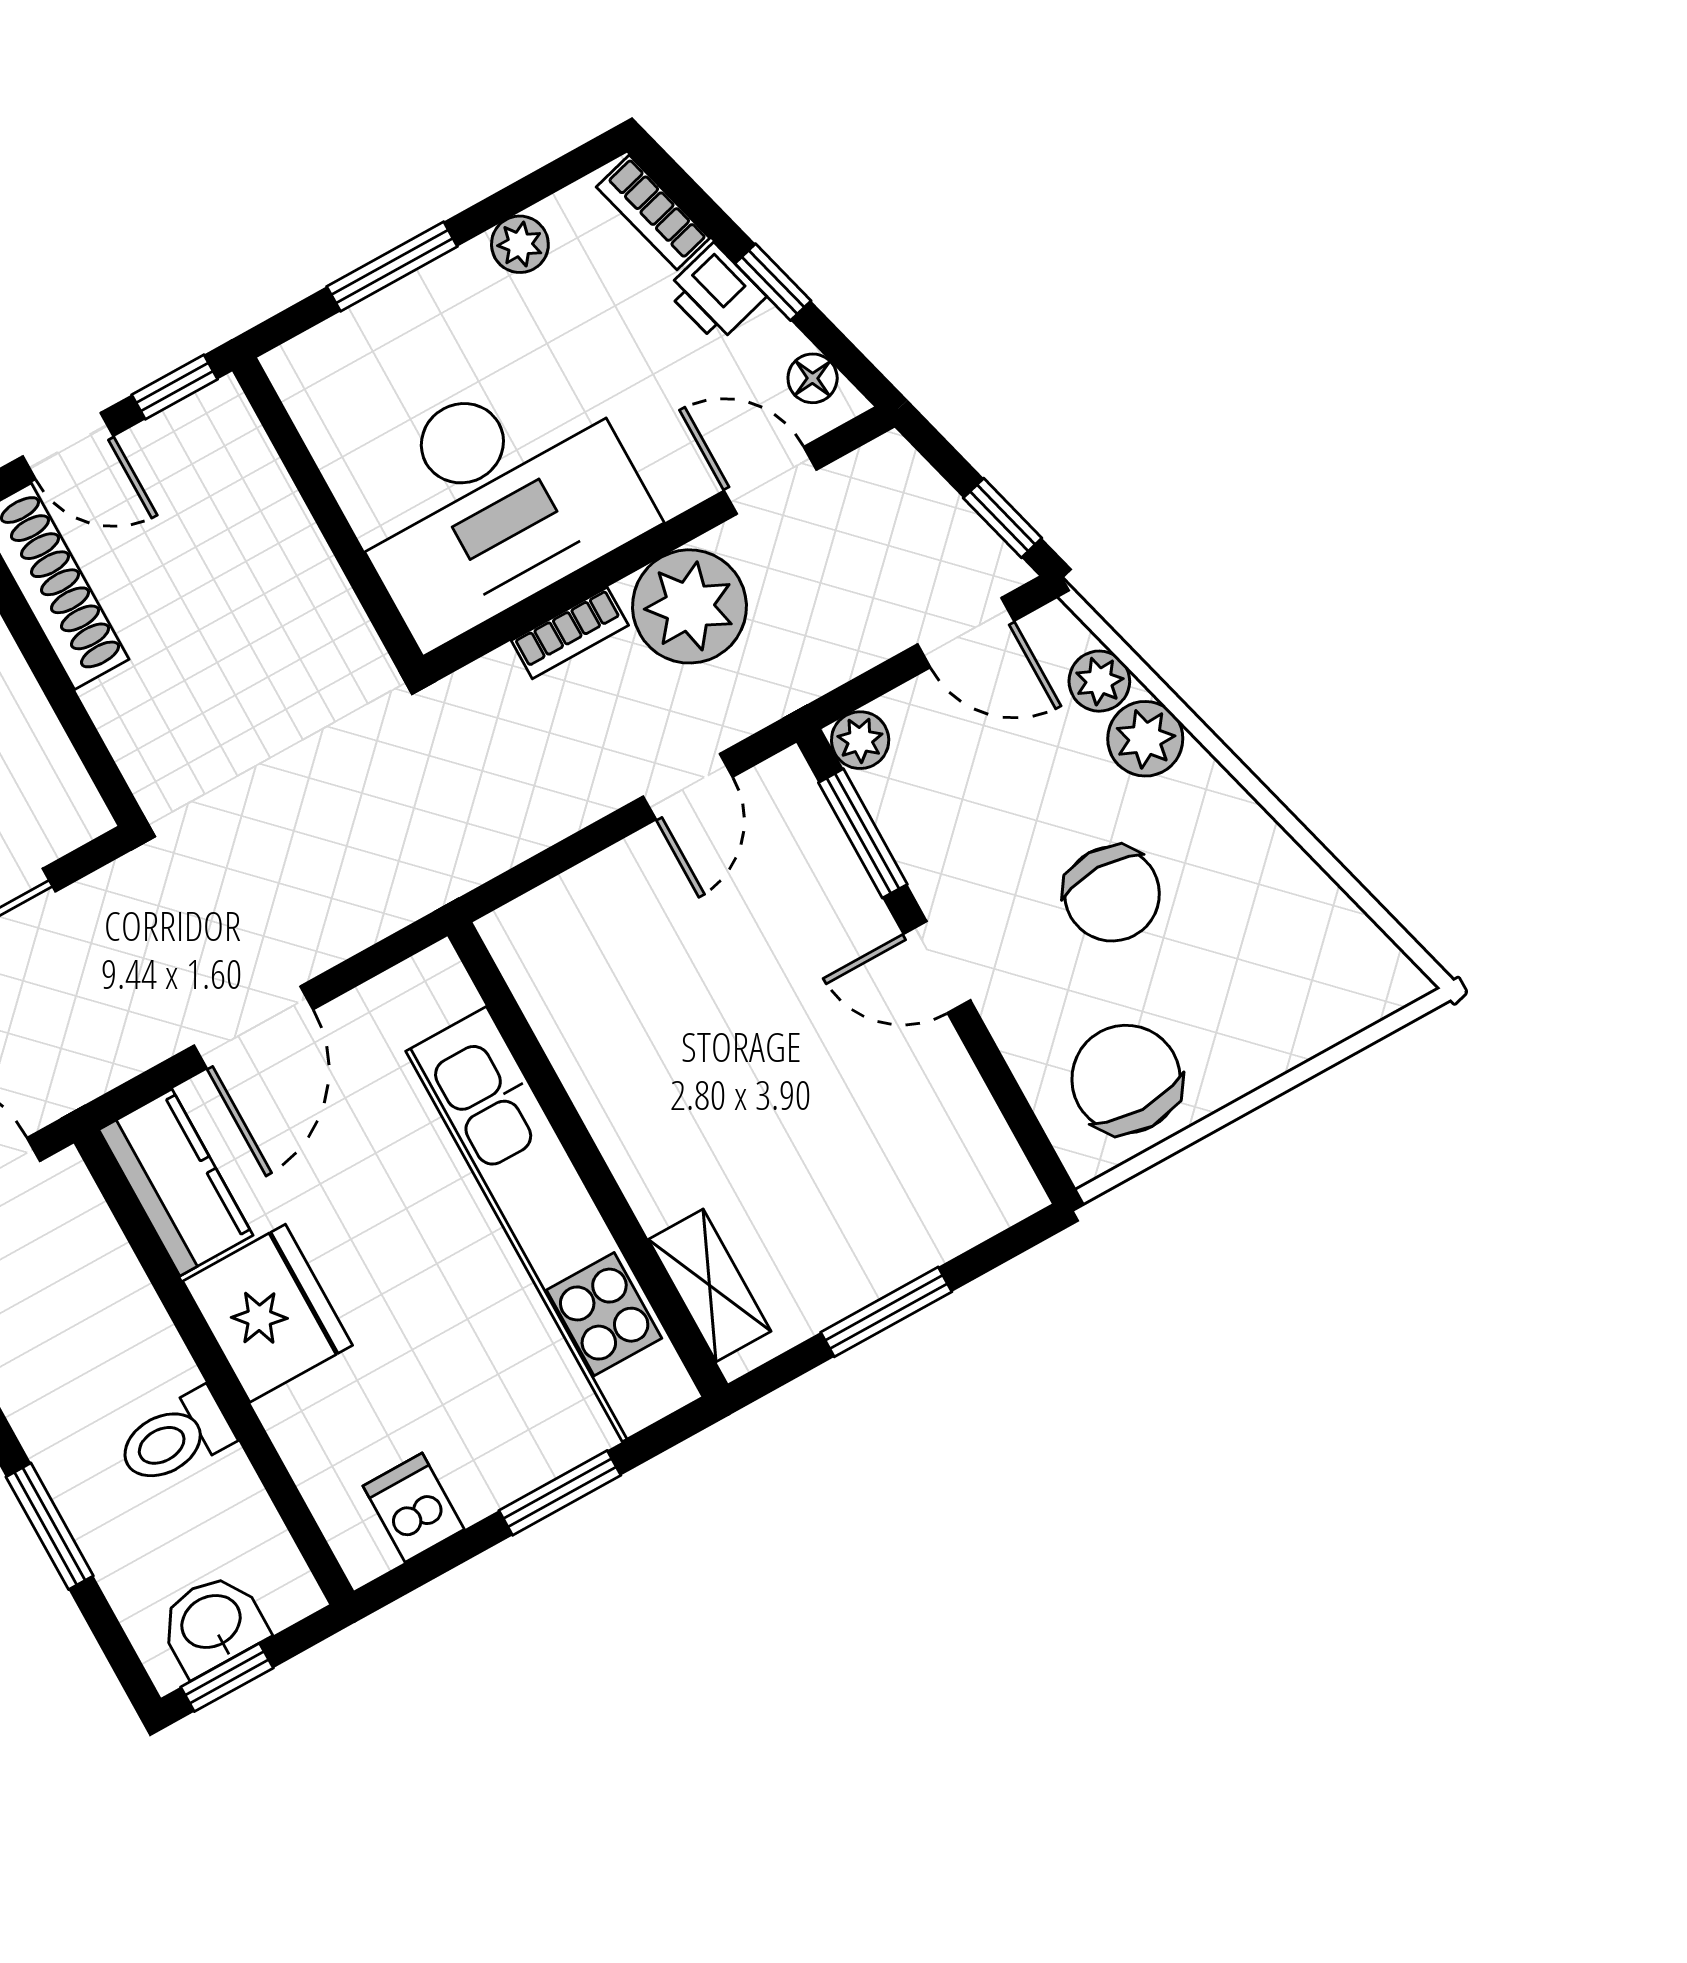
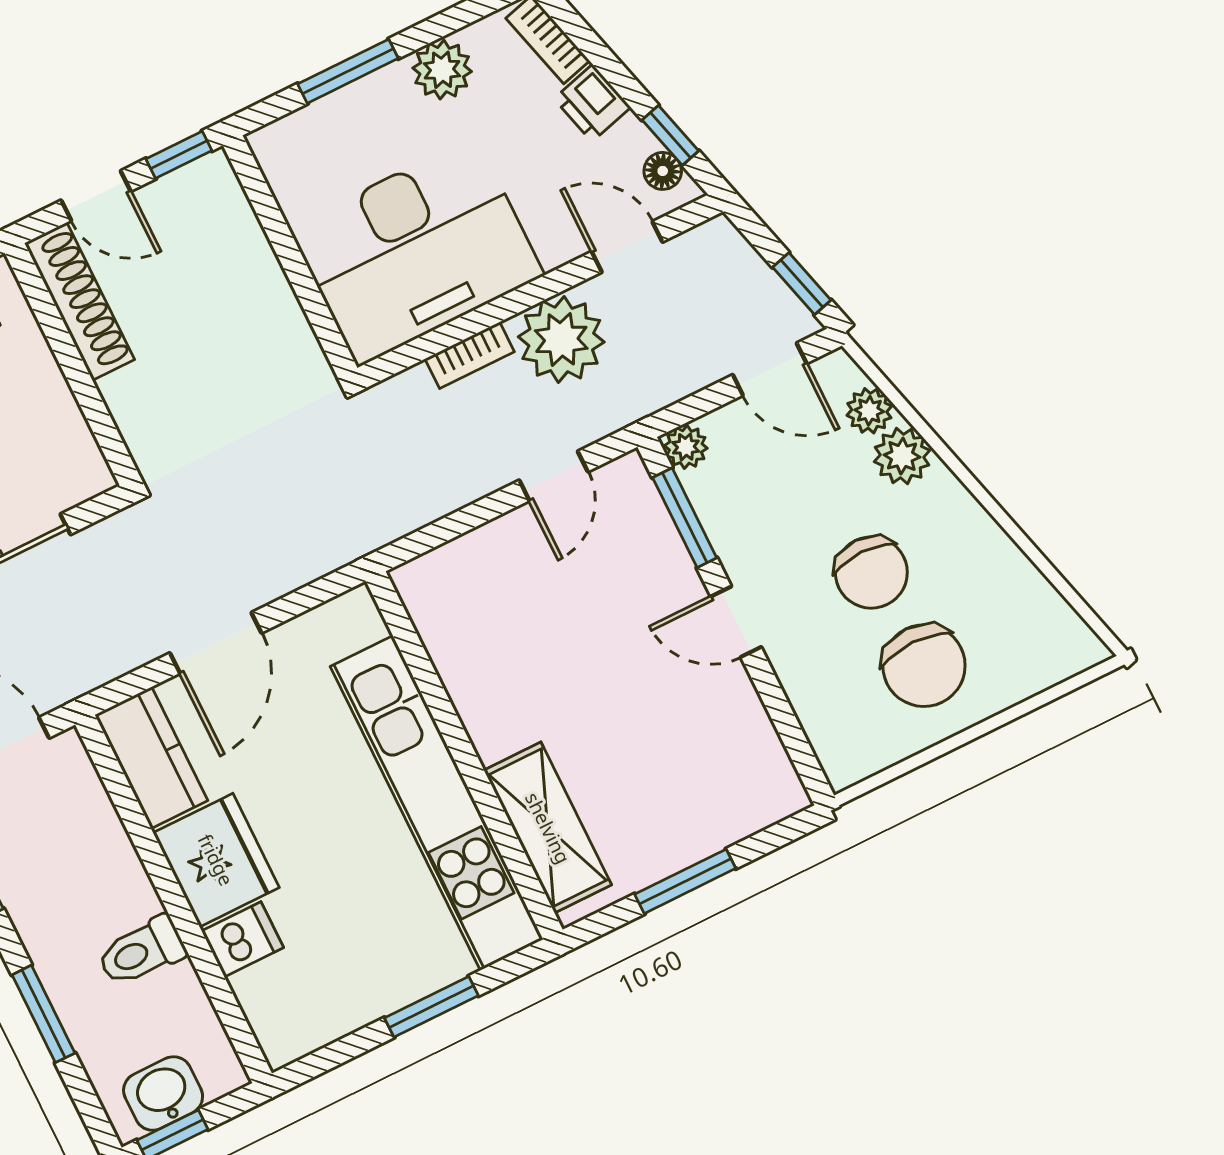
plant: (520, 244) -> (442, 70), width x1.38, depth x1.38
window: (773, 282) -> (670, 135), moved
chair: (1126, 1079) -> (924, 666), moved, turned 180
shelving: (710, 1285) -> (548, 828), width x1.50, depth x1.33
dishwasher: (414, 1508) -> (243, 939), moved, turned 90

